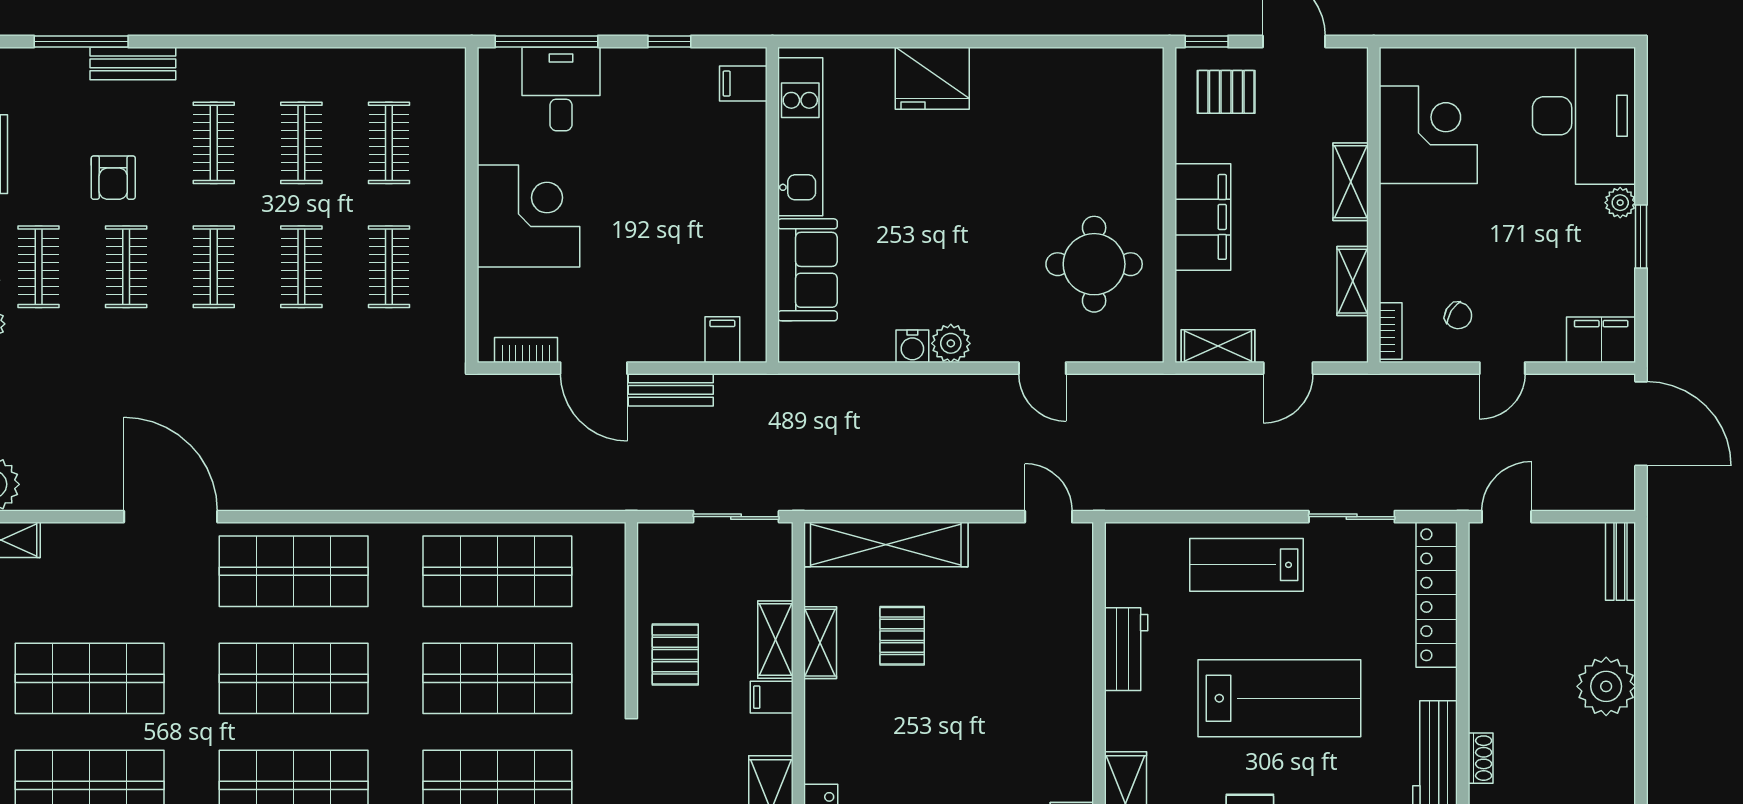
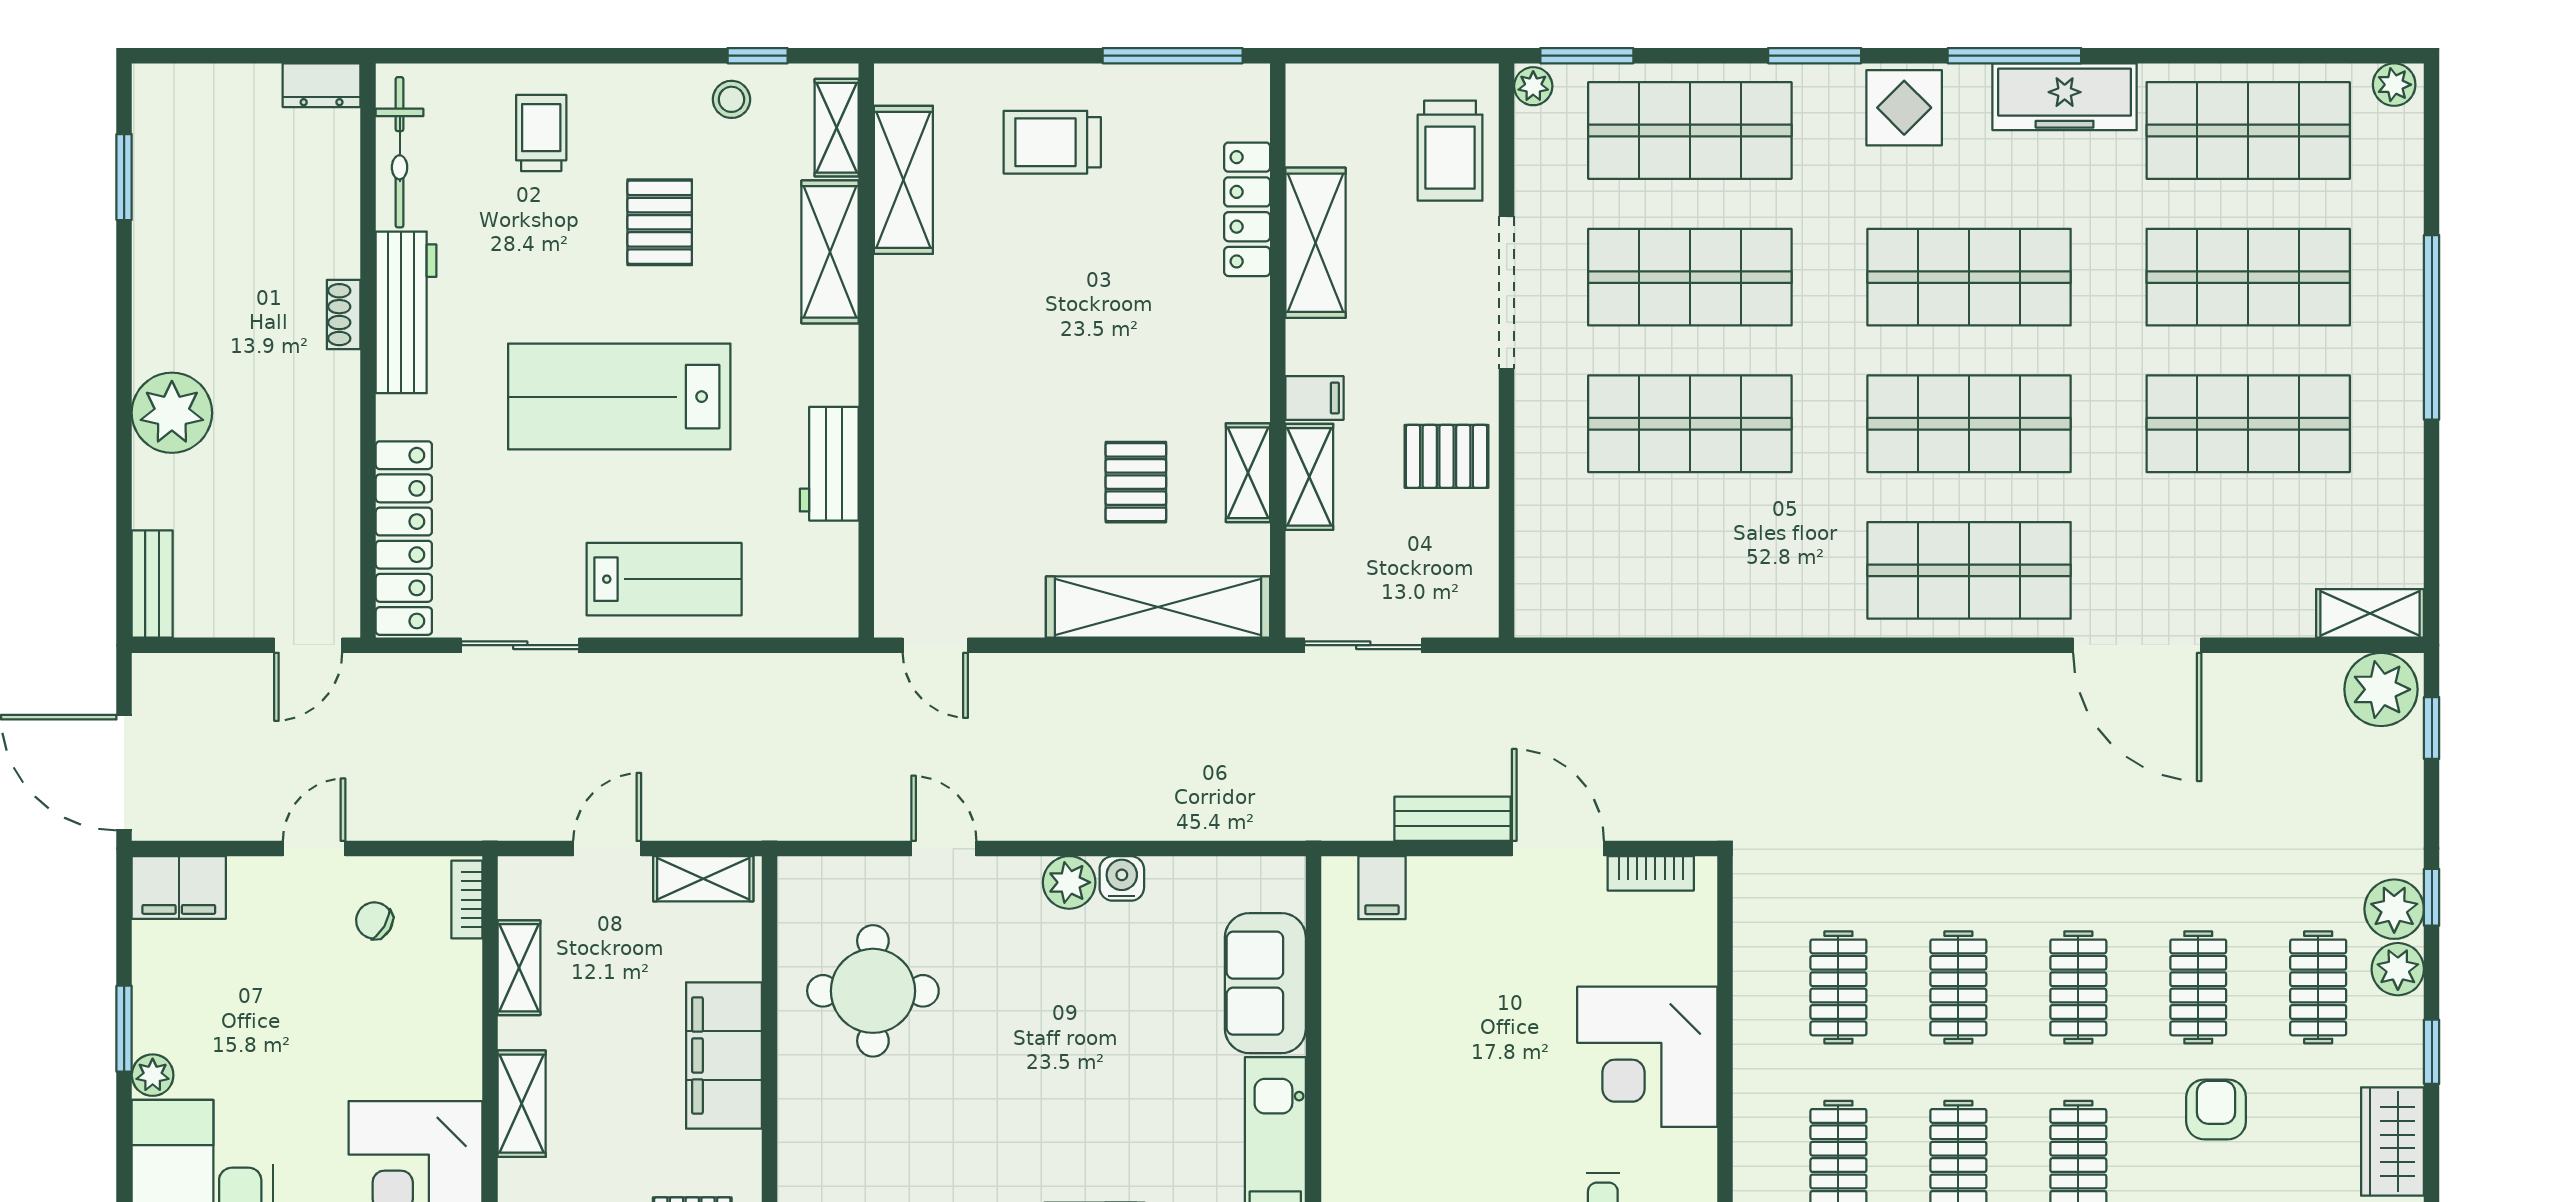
shop shelf: (497, 571) -> (1690, 570), removed
pallet: (675, 654) -> (1446, 456), turned 90

